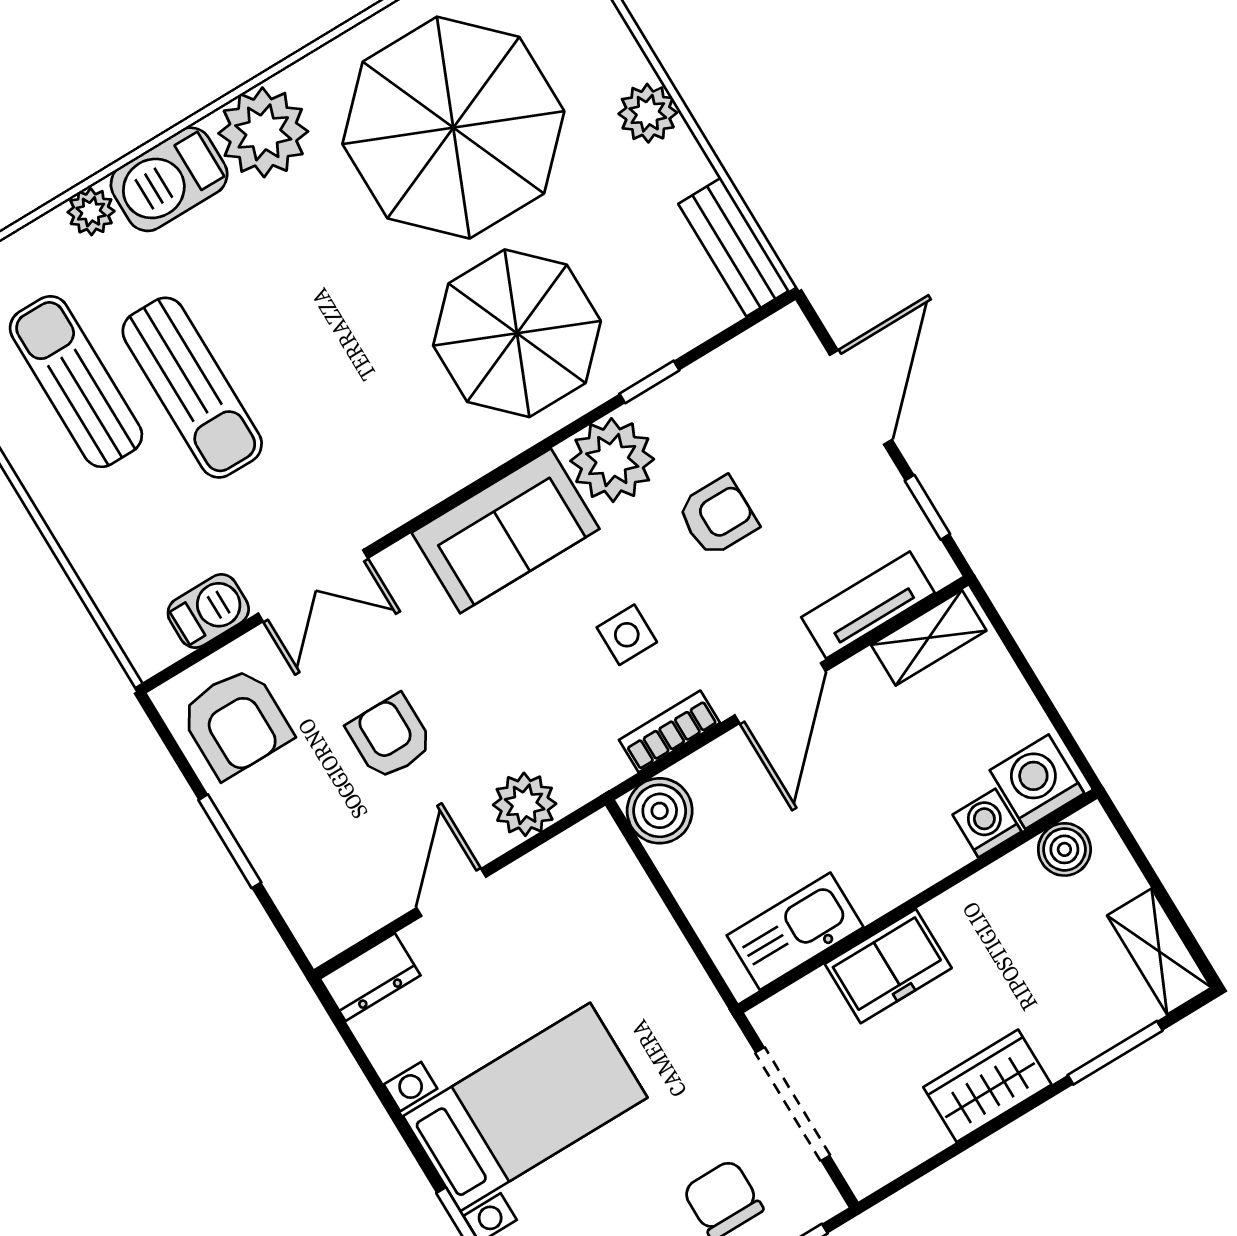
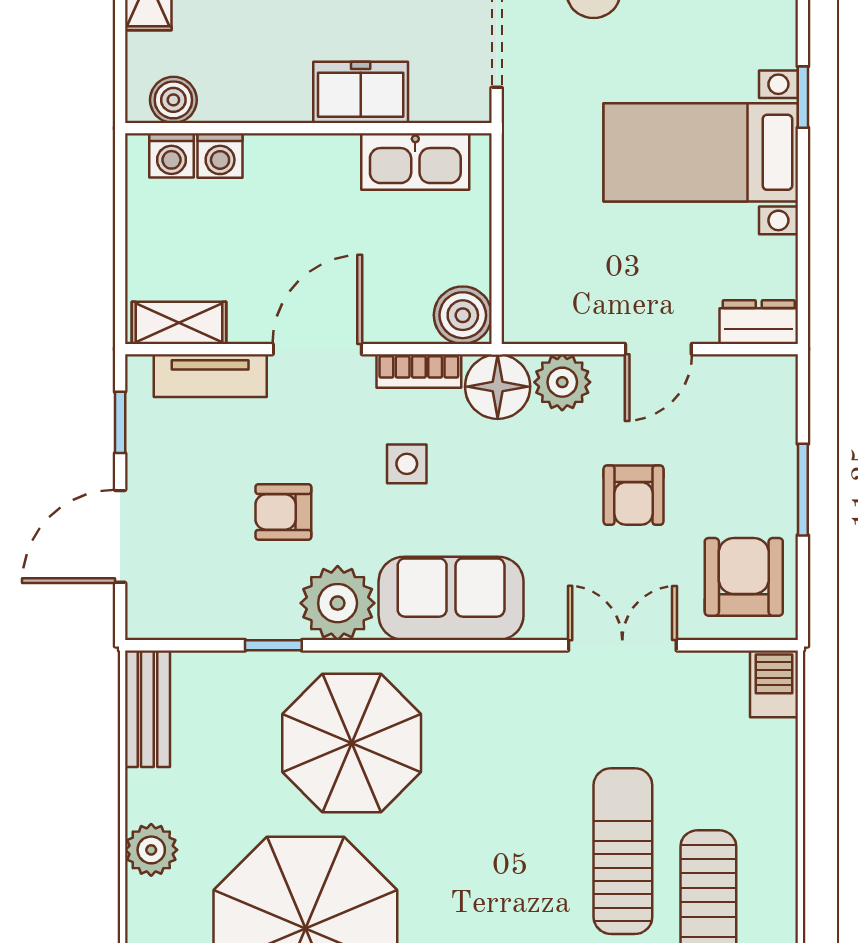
barbecue: (208, 611) -> (774, 684), moved, turned 90
floor lamp: (584, 762) -> (498, 387), added
washing machine: (1037, 782) -> (171, 155), width x0.73, depth x0.73

